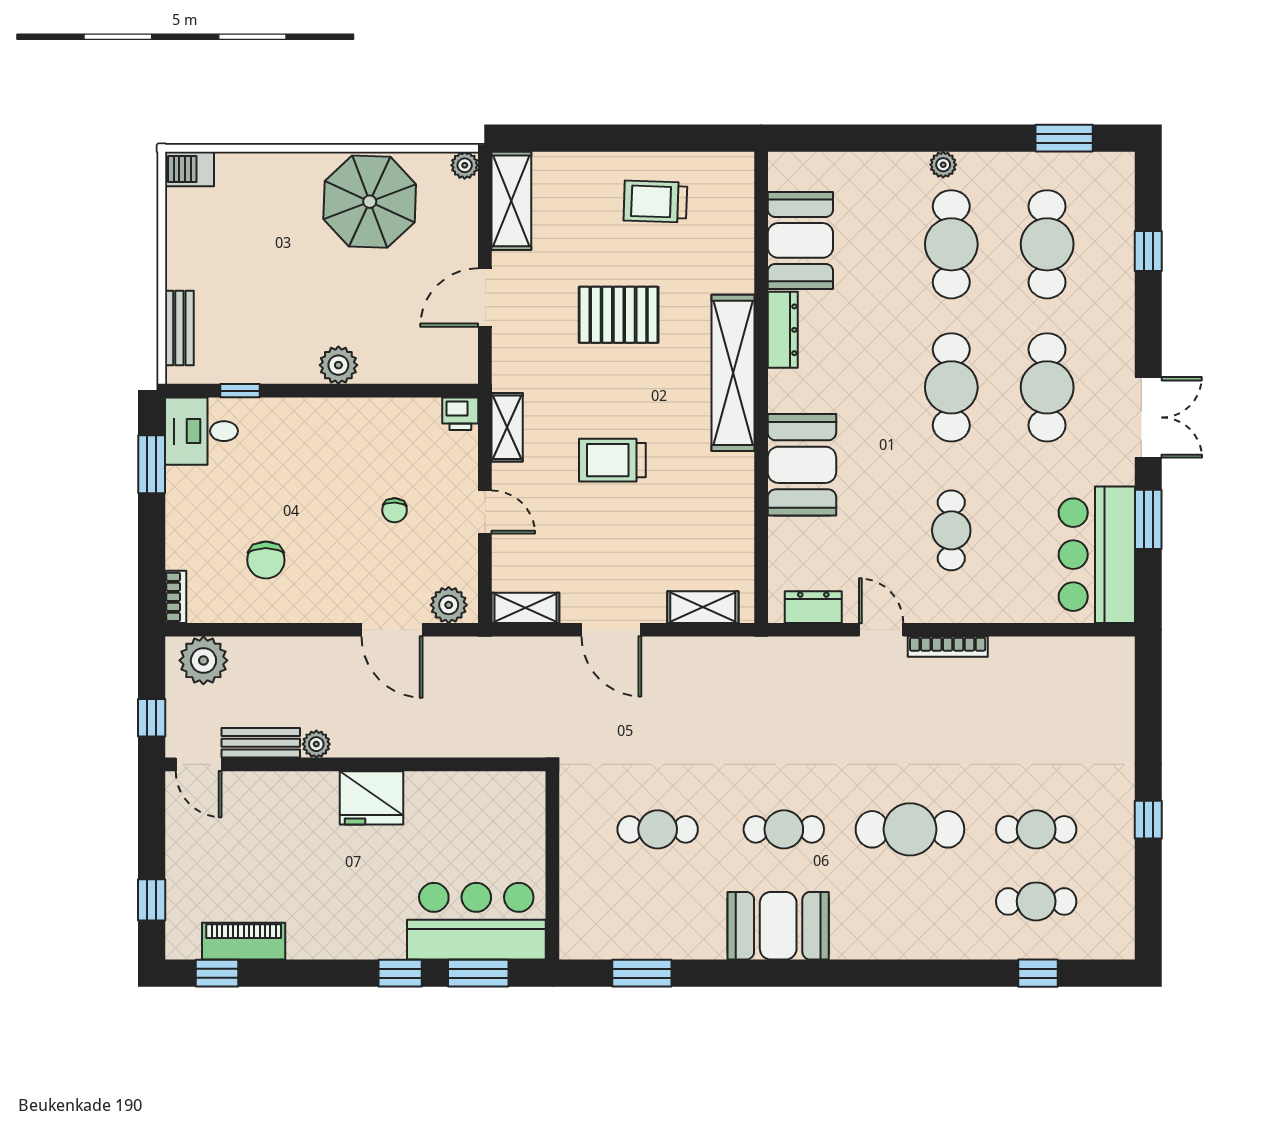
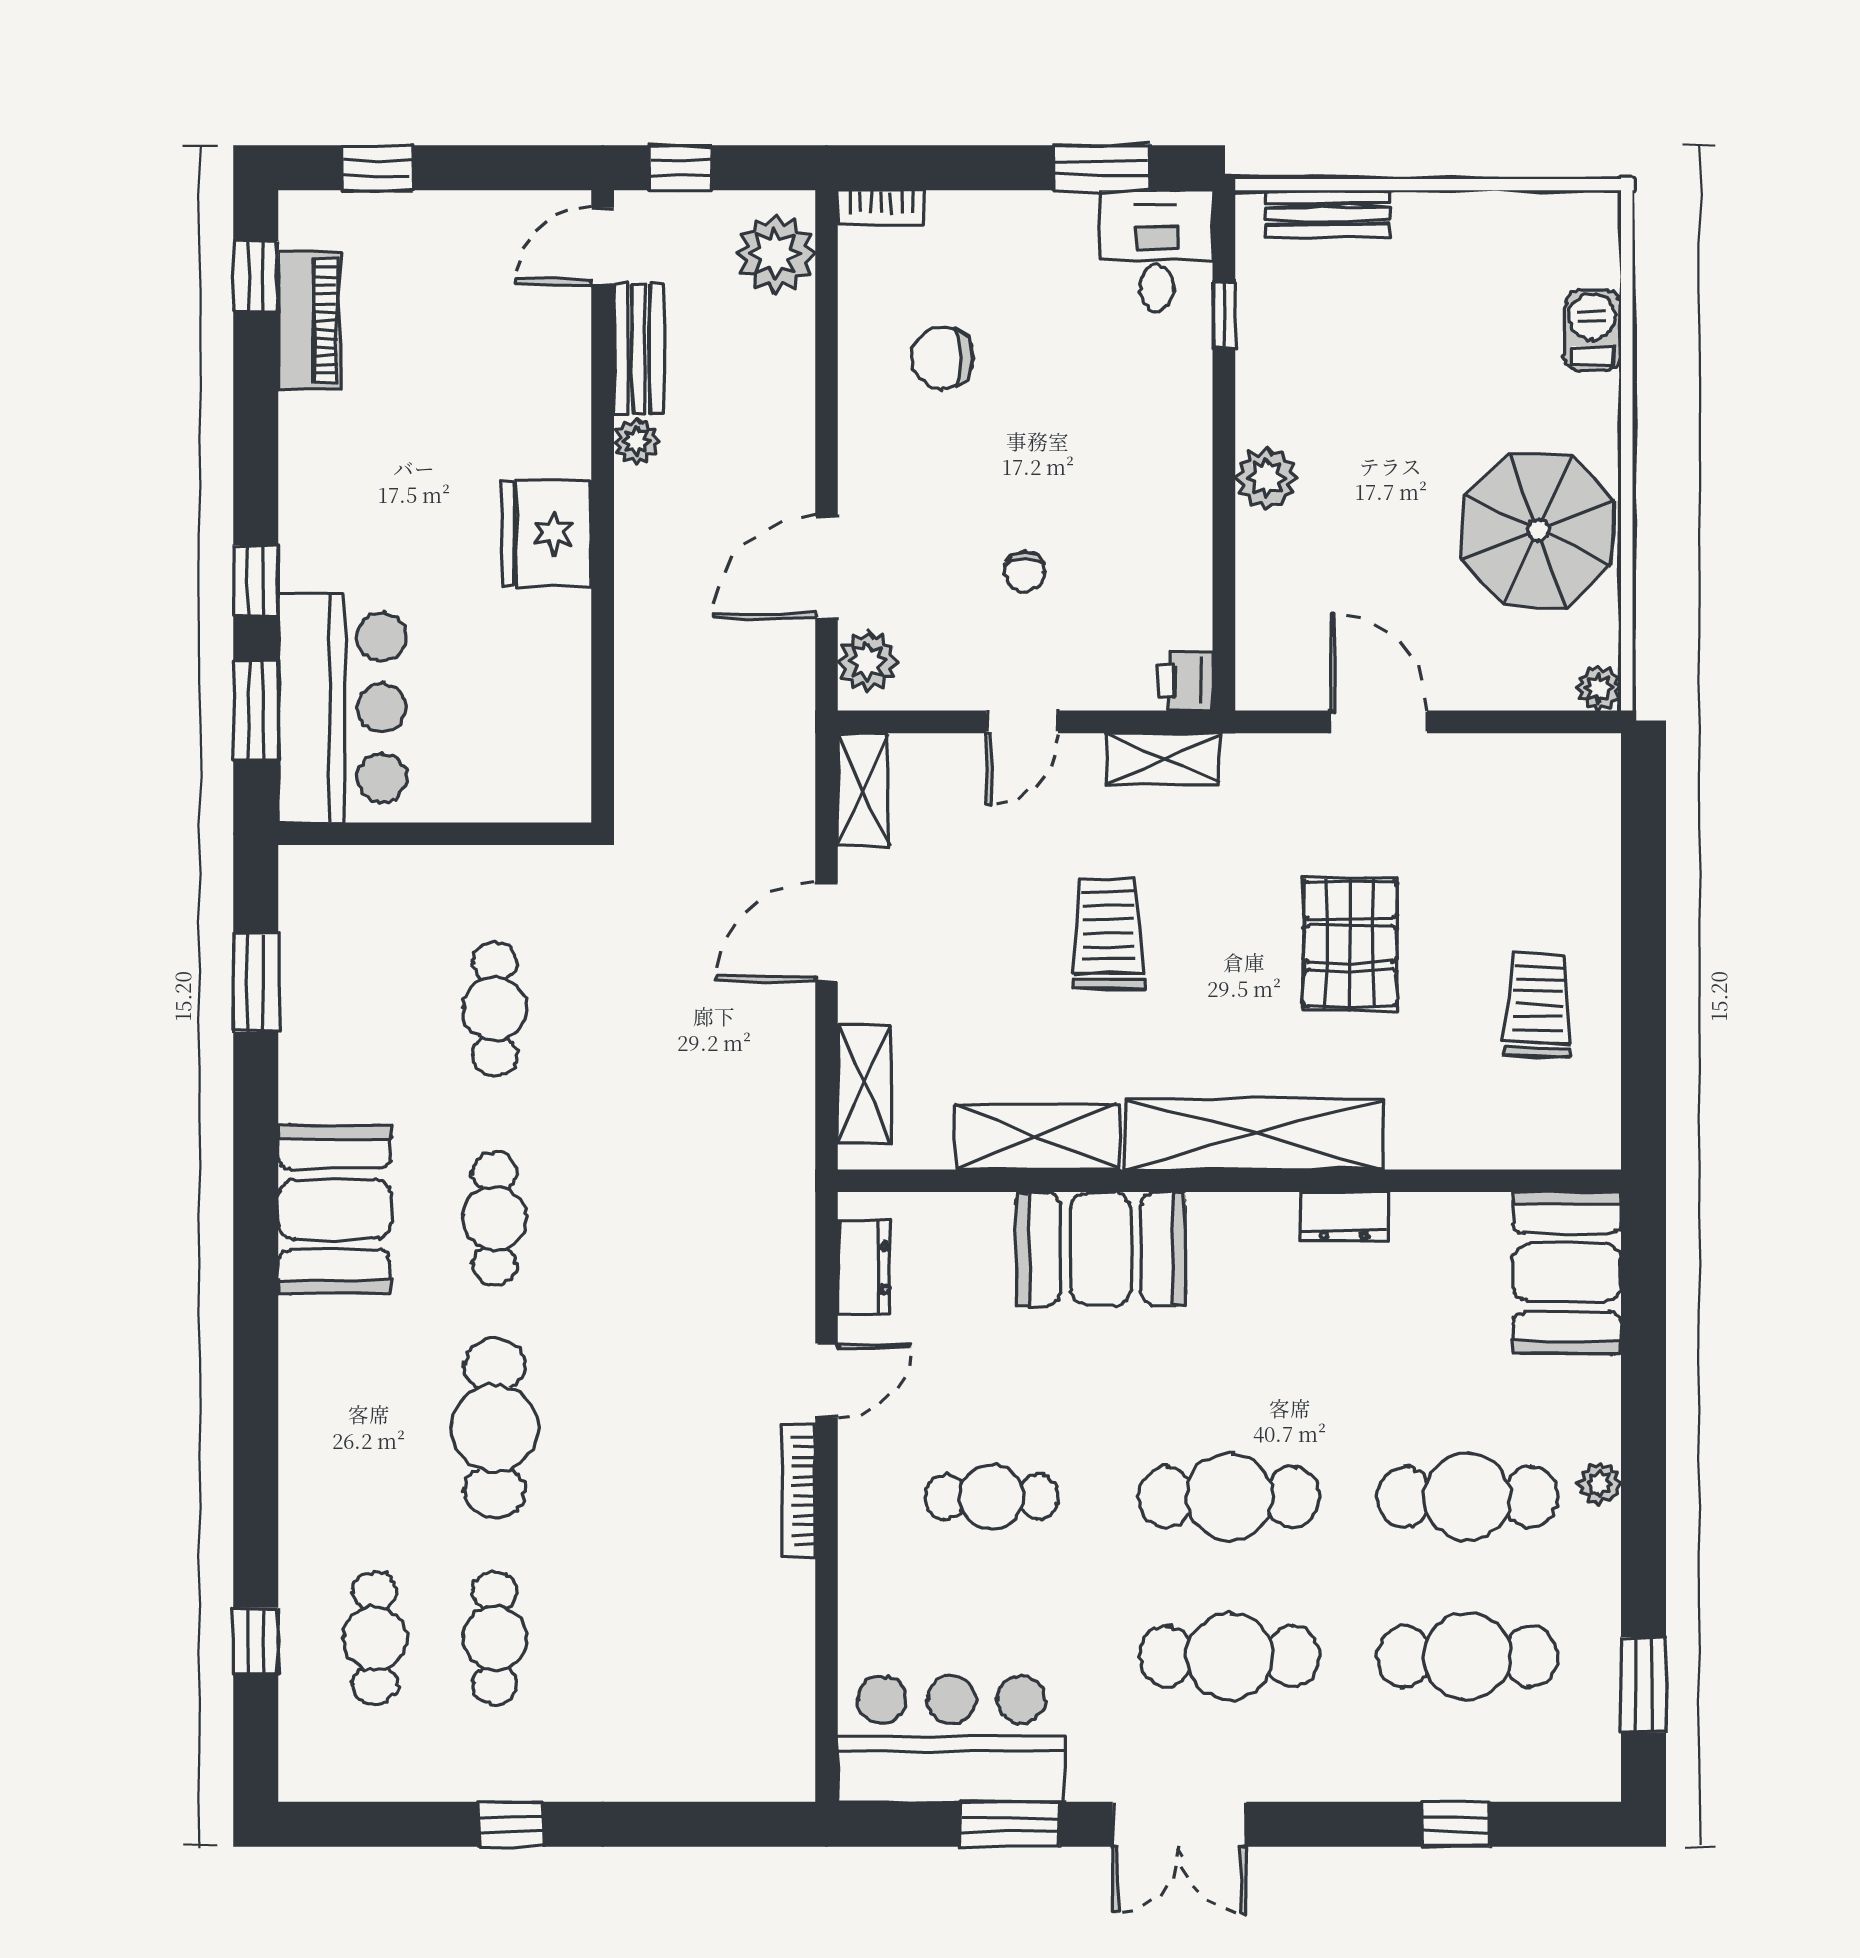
barbecue: (190, 169) -> (1592, 330), moved
shelving: (511, 201) -> (1037, 1137), moved
booth: (800, 240) -> (1567, 1273), moved, turned 90
dresser: (783, 330) -> (1344, 1217), width x0.70
chair: (395, 510) -> (1025, 572), turned -93

